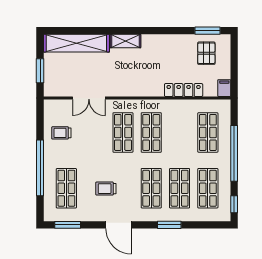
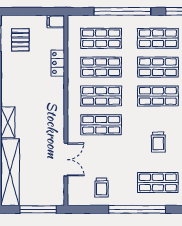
pallet: (206, 53) -> (20, 40), turned 90
window: (40, 71) -> (38, 209), width x1.44
locker: (184, 90) -> (58, 63), width x0.66
shop shelf: (180, 132) -> (101, 67), added

